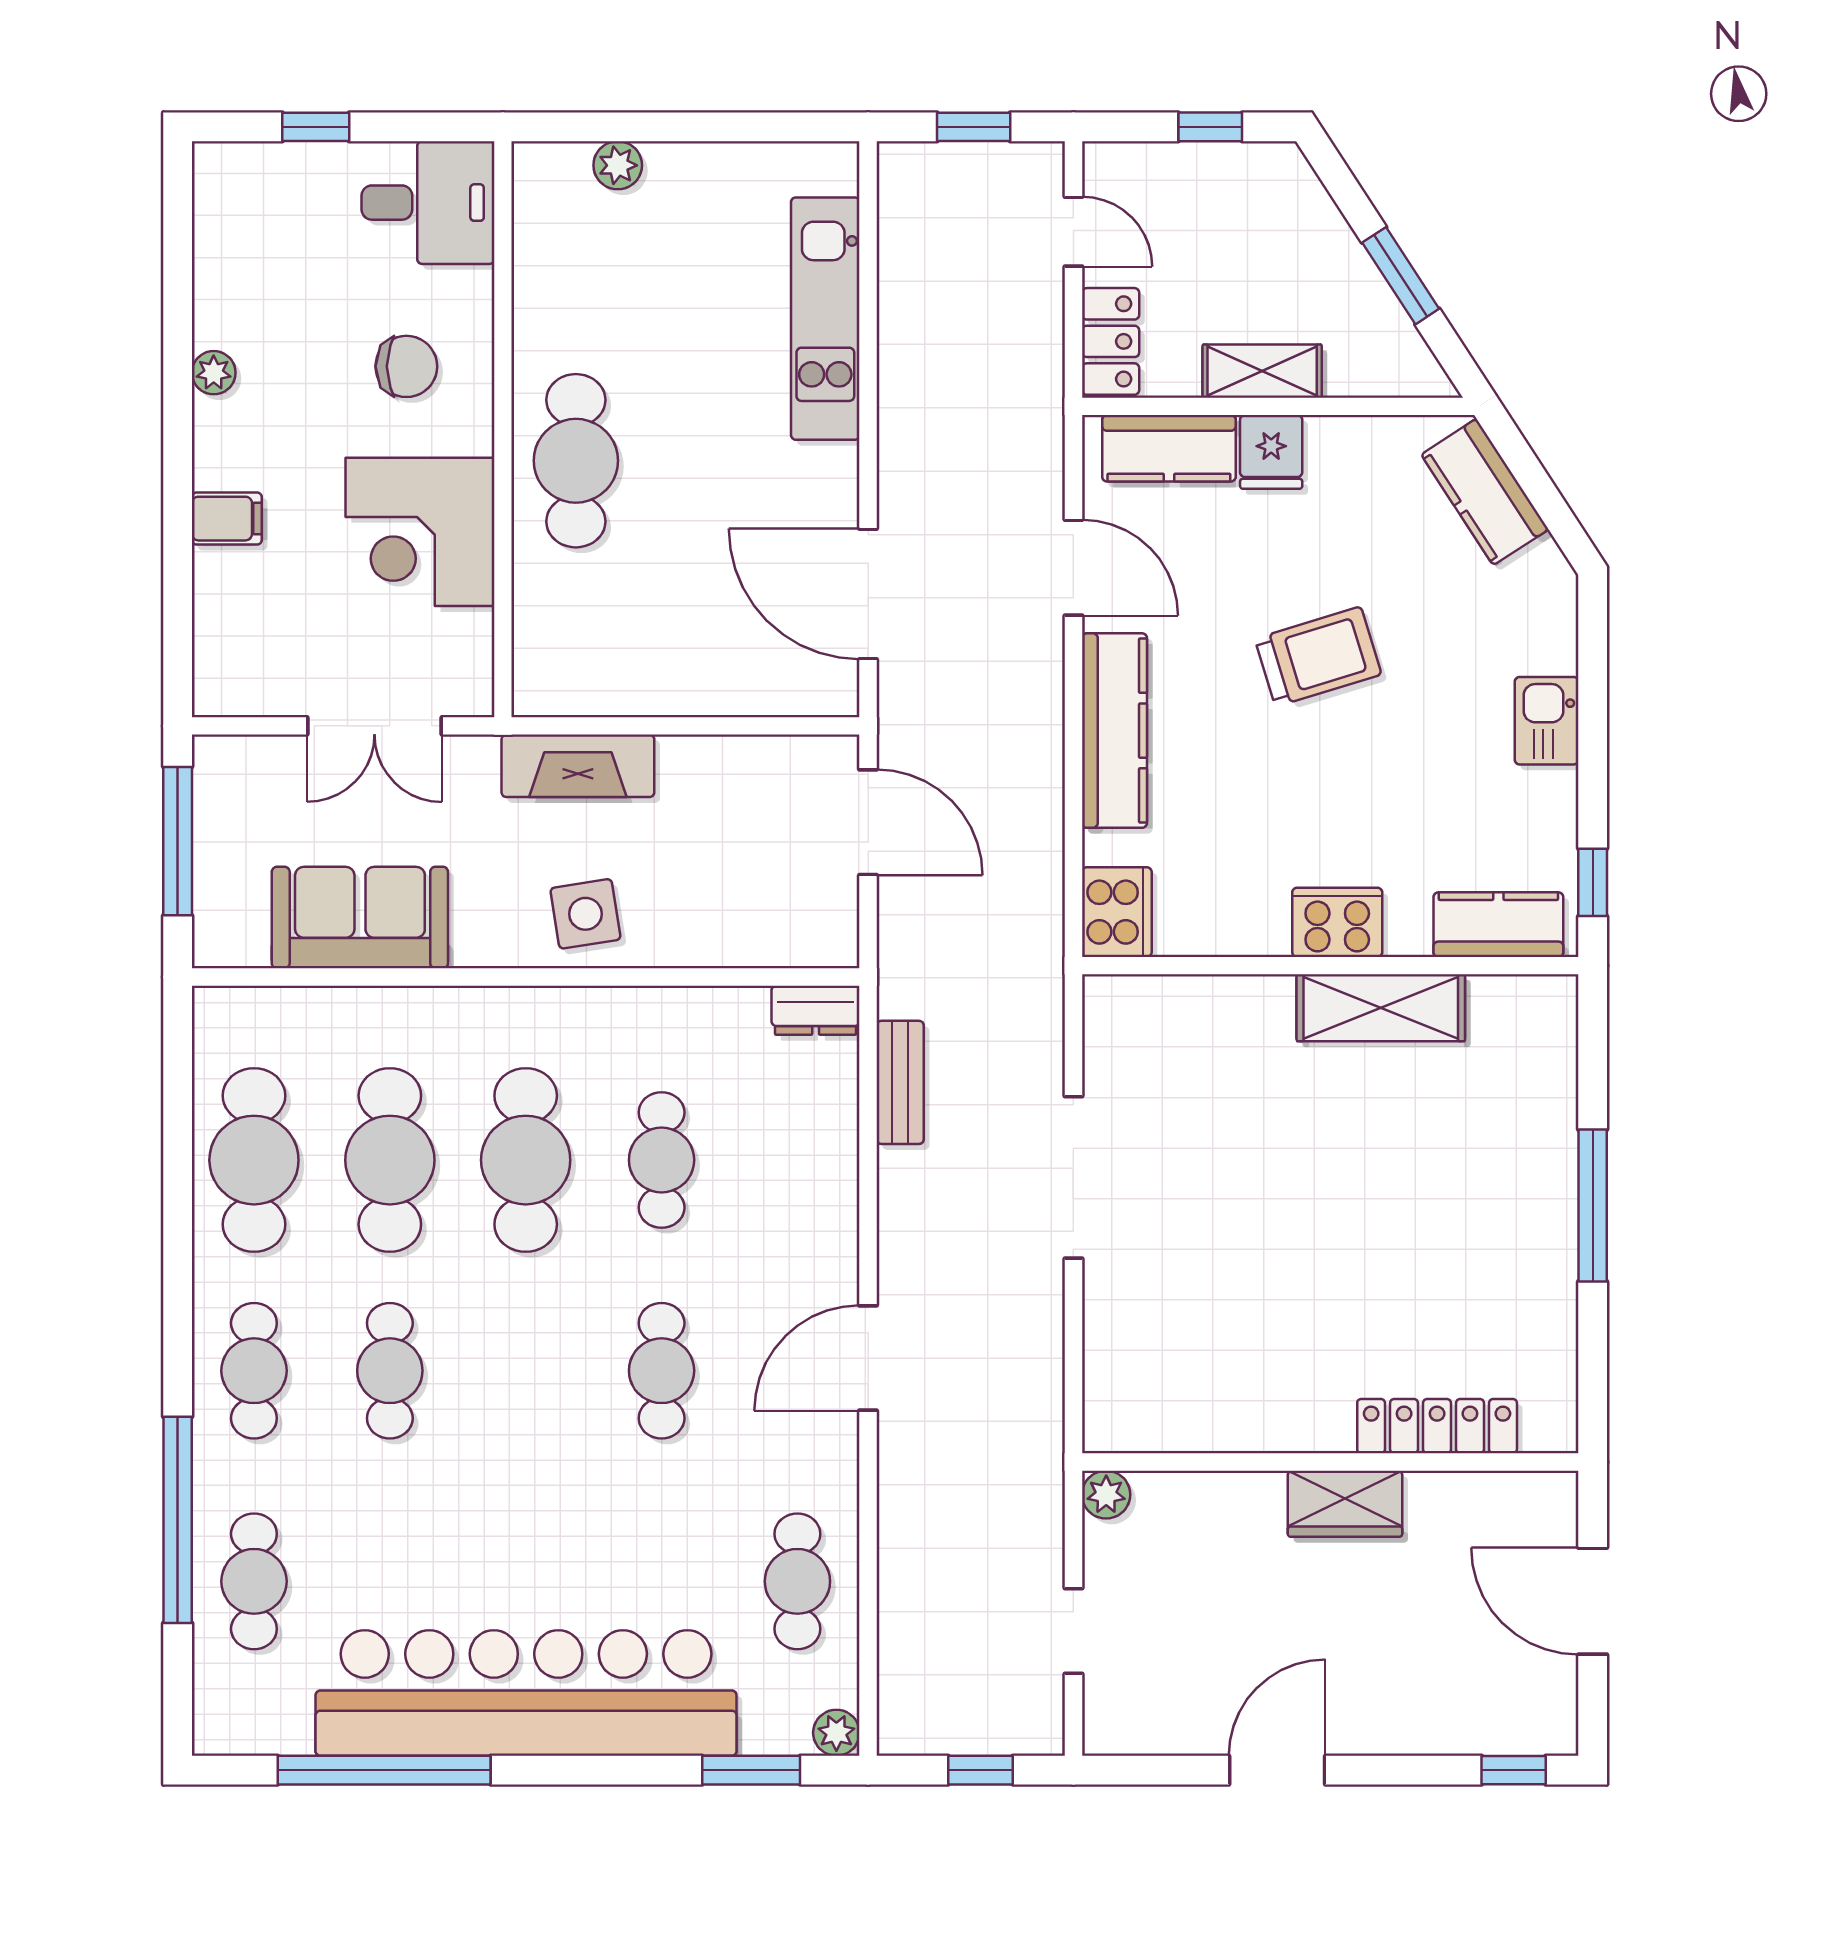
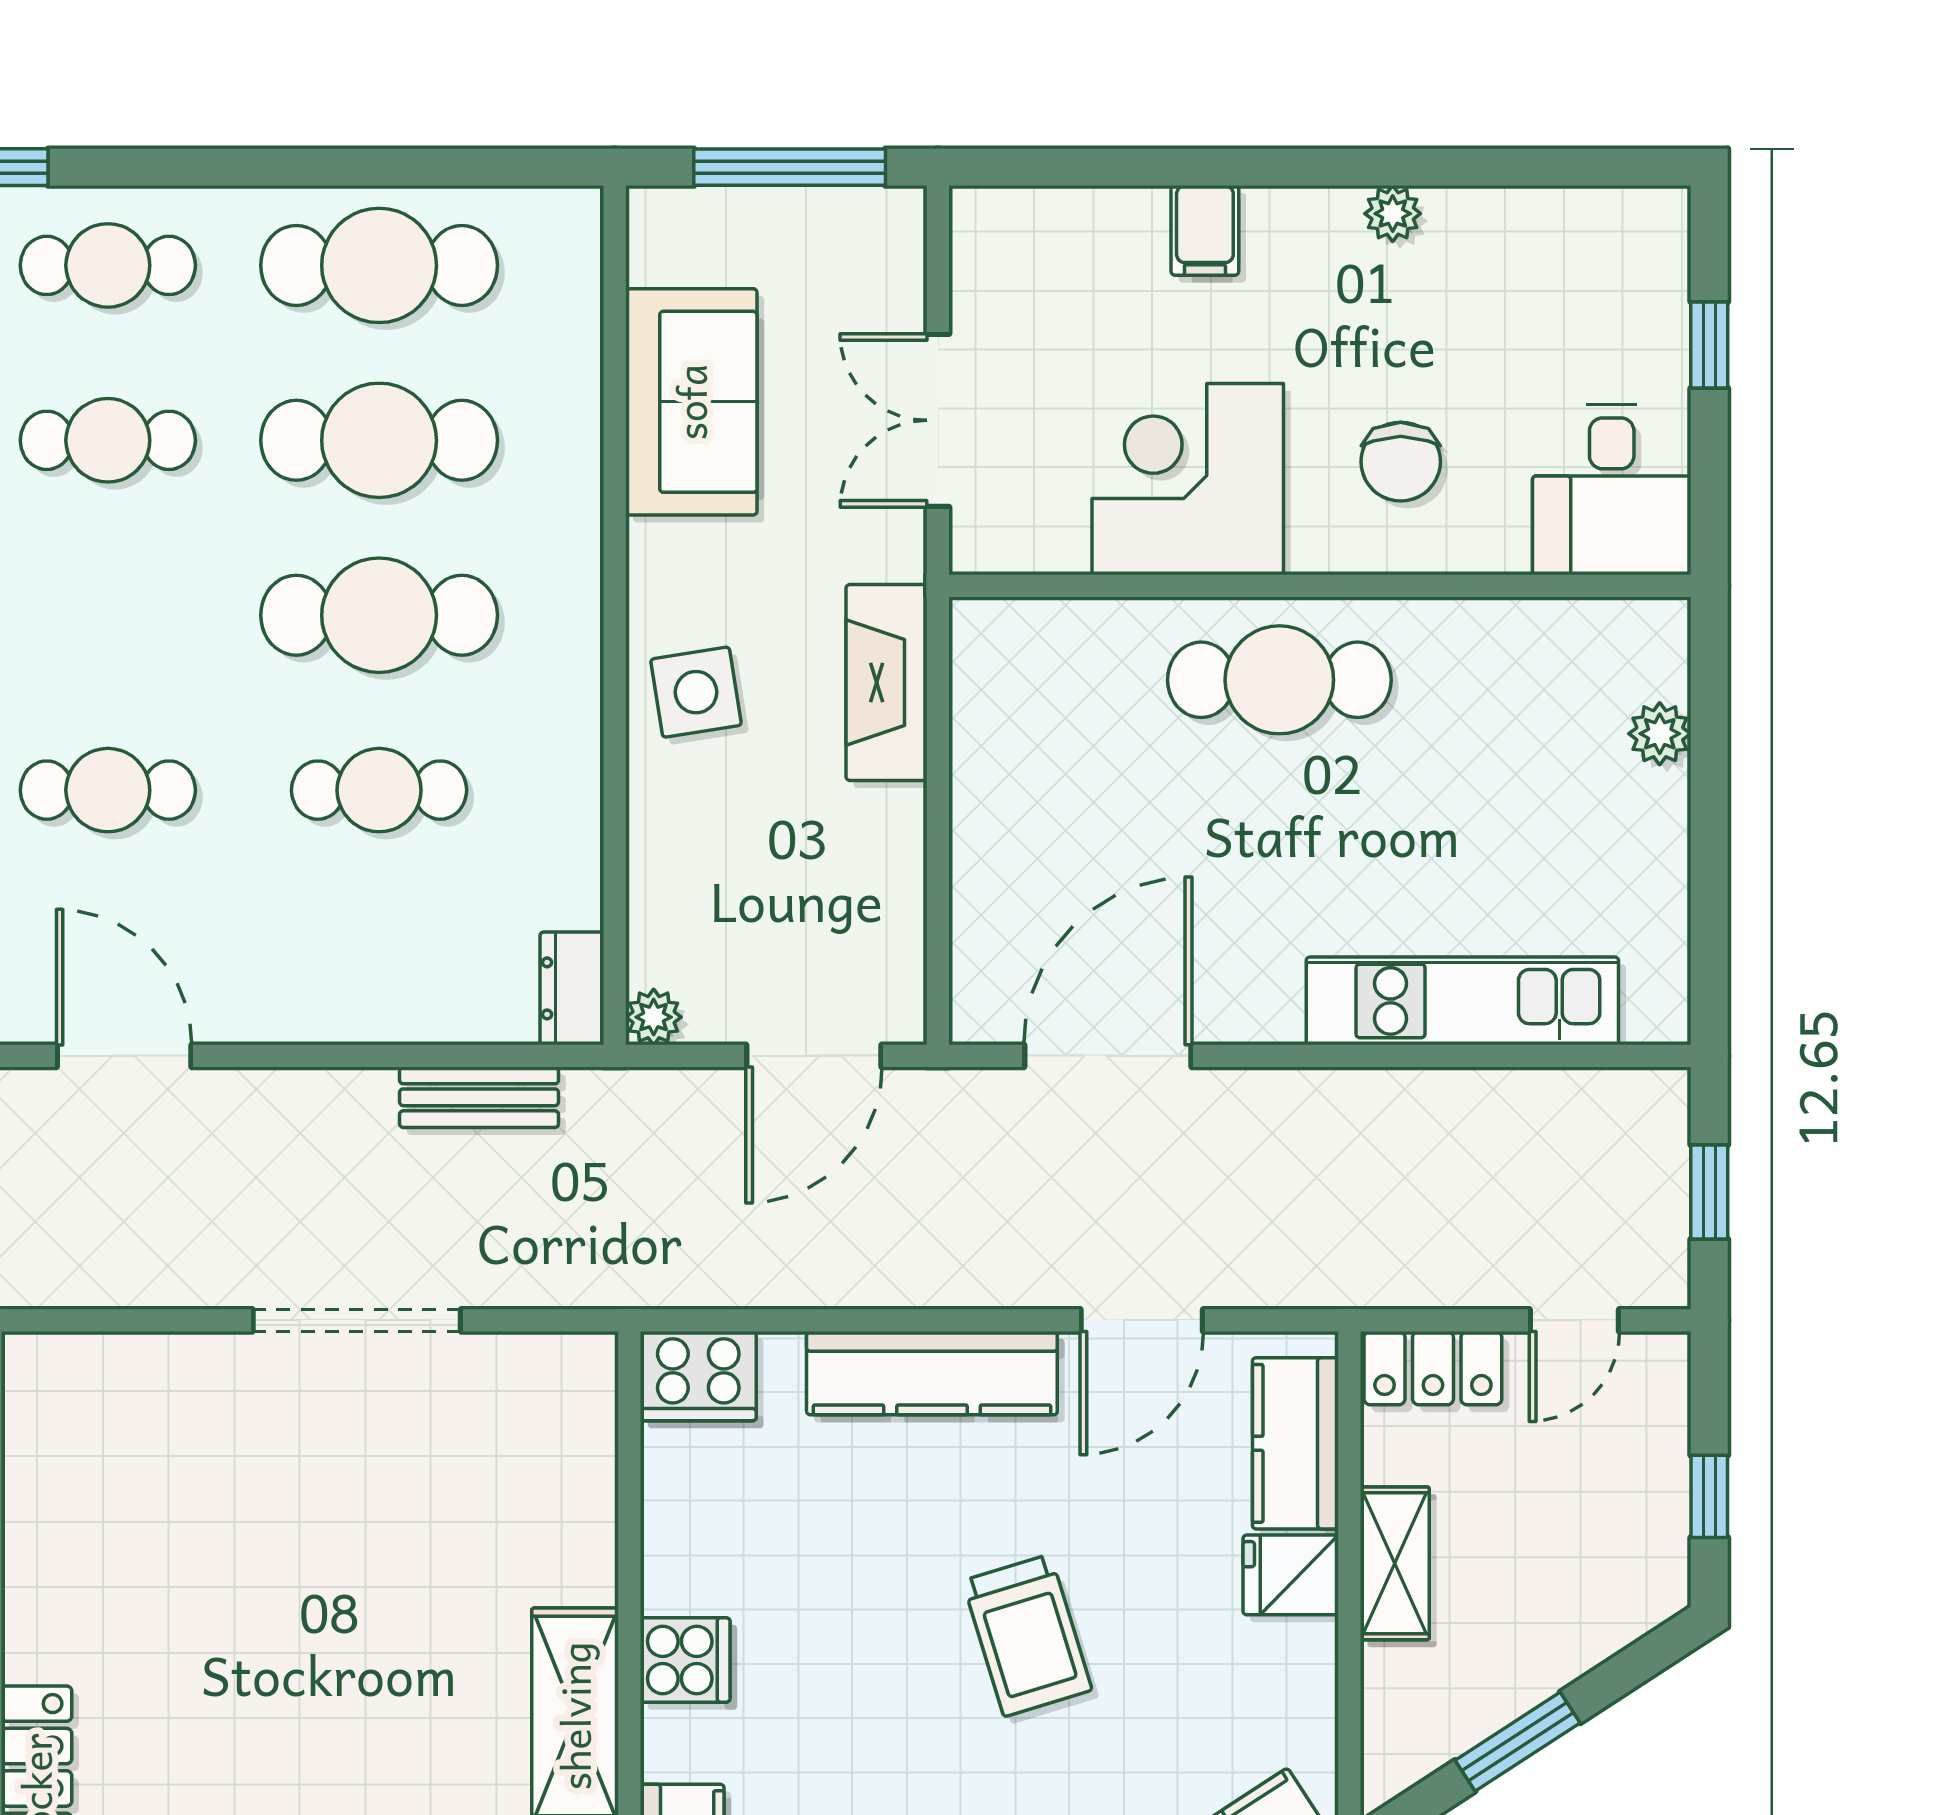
cooker: (1337, 922) -> (685, 1660), width x0.73
plant: (838, 947) -> (654, 1017), added

